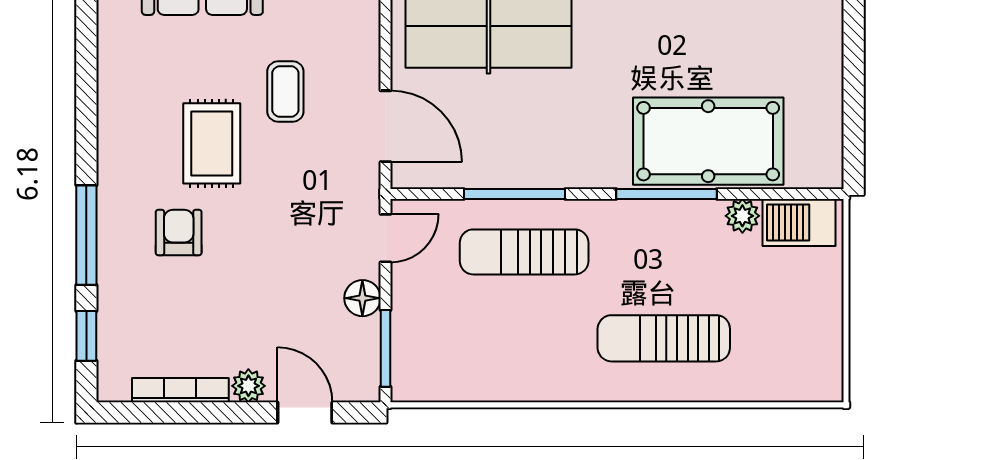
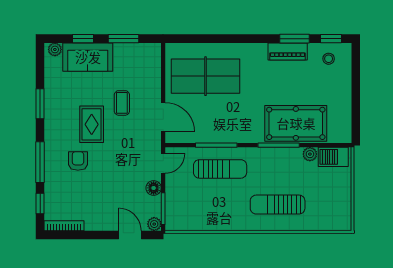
window: (86, 94) -> (40, 104), added
sun lounger: (524, 252) -> (220, 169), turned 180
plant: (248, 386) -> (154, 224), moved
bookcase: (180, 390) -> (64, 226), moved

